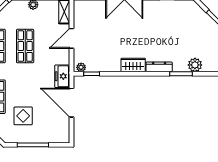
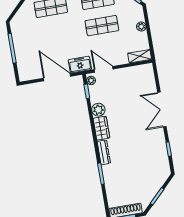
door: (71, 38) -> (104, 69), moved
plant: (195, 65) -> (98, 110), moved
door: (71, 103) -> (57, 77), hinge flipped
display table: (23, 116) -> (37, 35), removed

